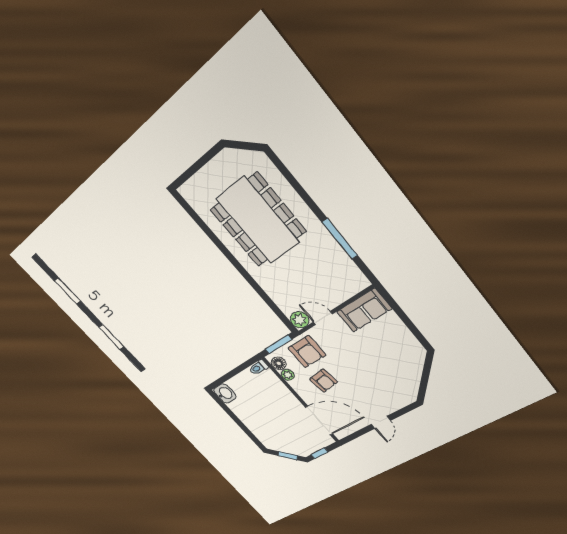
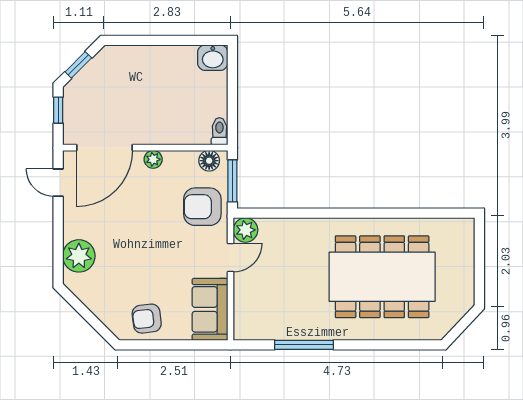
plant: (288, 375) -> (153, 159), moved
armchair: (324, 381) -> (147, 319), moved
plant: (392, 401) -> (79, 256), added
door: (381, 422) -> (58, 183), moved

